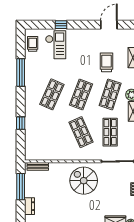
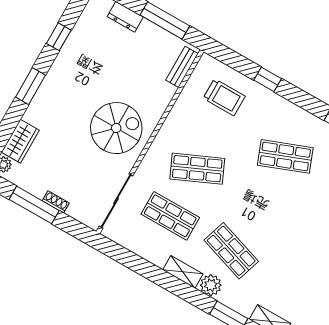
trolley: (107, 62) -> (224, 97), moved
shop shelf: (52, 94) -> (285, 156), turned -45
shop shelf: (81, 94) -> (258, 204), removed

